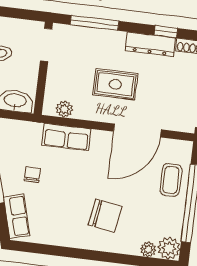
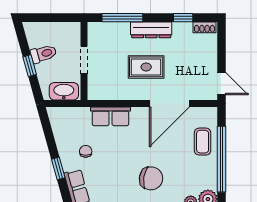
dresser: (150, 44) -> (151, 30), moved
doorway: (46, 45) -> (84, 60), moved
plant: (64, 109) -> (106, 93), removed

